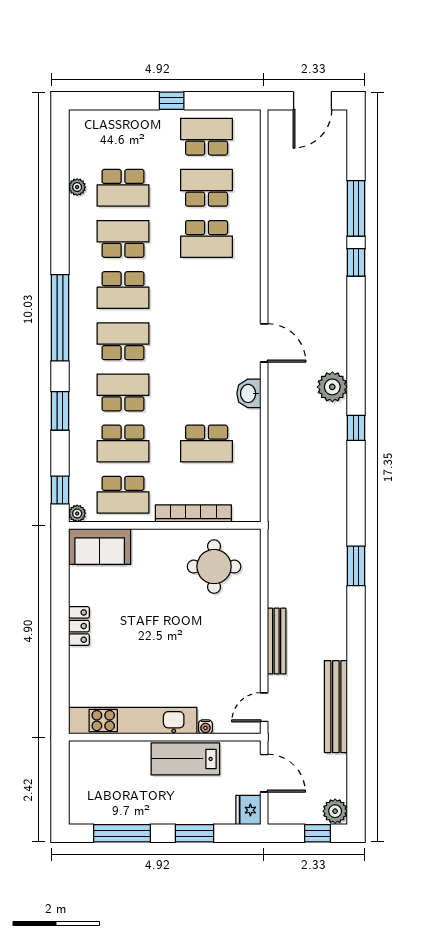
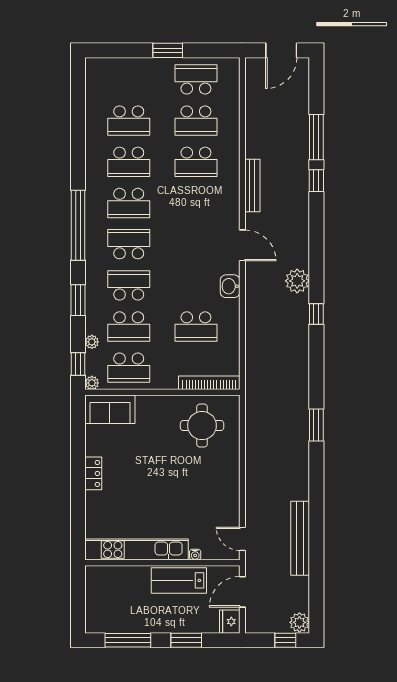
window: (172, 101) -> (168, 50), width x1.50
plant: (77, 187) -> (92, 342), moved
school desk: (207, 188) -> (196, 121), turned 180
school desk: (123, 239) -> (129, 162), turned 180
bookcase: (193, 513) -> (209, 383), moved
bench: (277, 641) -> (252, 185), moved
door: (264, 707) -> (242, 539), hinge flipped
door: (264, 773) -> (242, 592), swing flipped

